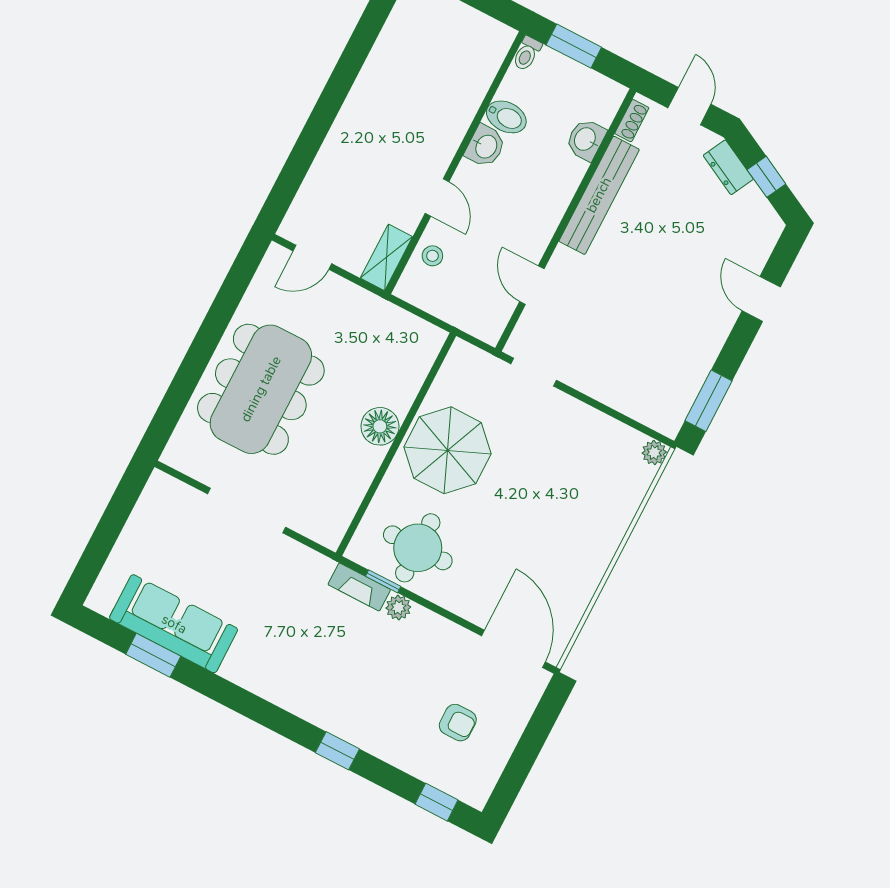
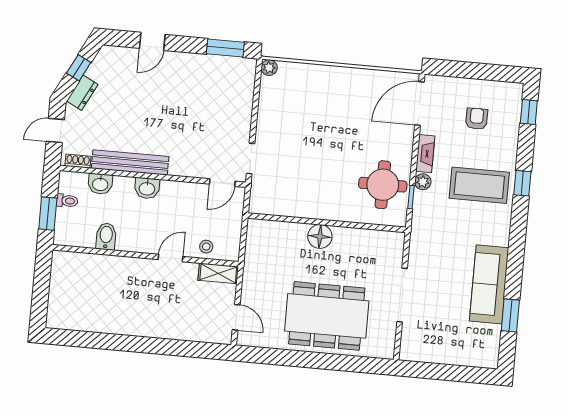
toilet: (527, 54) -> (67, 201), moved
washbasin: (485, 146) -> (147, 188), moved, turned 180
door: (532, 285) -> (222, 183), moved
parasol: (448, 450) -> (318, 191), removed
fireplace: (359, 587) -> (425, 154), moved
sofa: (174, 624) -> (489, 284), moved
coffee table: (360, 687) -> (479, 185), added

